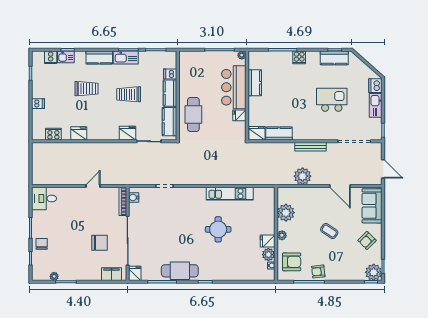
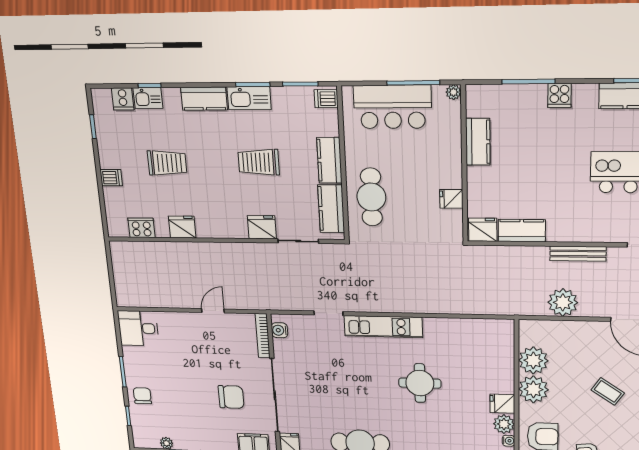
dishwasher: (170, 74) -> (326, 99), moved
bar counter: (234, 87) -> (393, 107), moved, turned -90
trolley: (87, 89) -> (167, 163), moved
kitchen unit: (230, 194) -> (383, 327), moved
plant: (282, 235) -> (533, 389), width x1.87, depth x1.87

